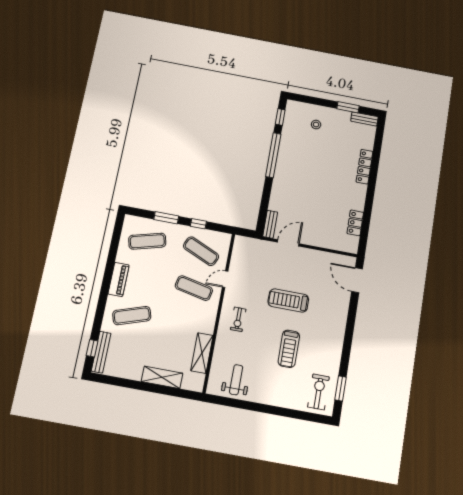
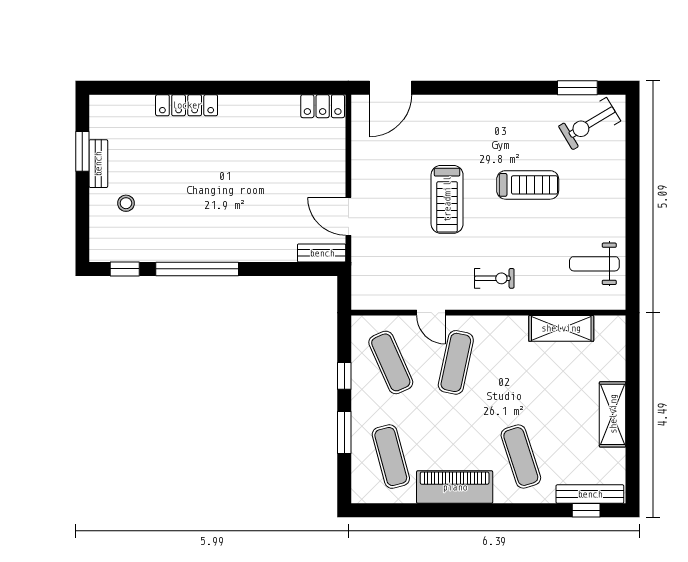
bench: (364, 119) -> (98, 164), moved
locker: (355, 223) -> (323, 106), moved
exercise mat: (201, 251) -> (391, 362), turned -48
piano: (119, 279) -> (455, 487), width x1.37, depth x1.33
shelving: (162, 377) -> (613, 414), moved
exercise bike: (319, 392) -> (590, 124), turned -31

